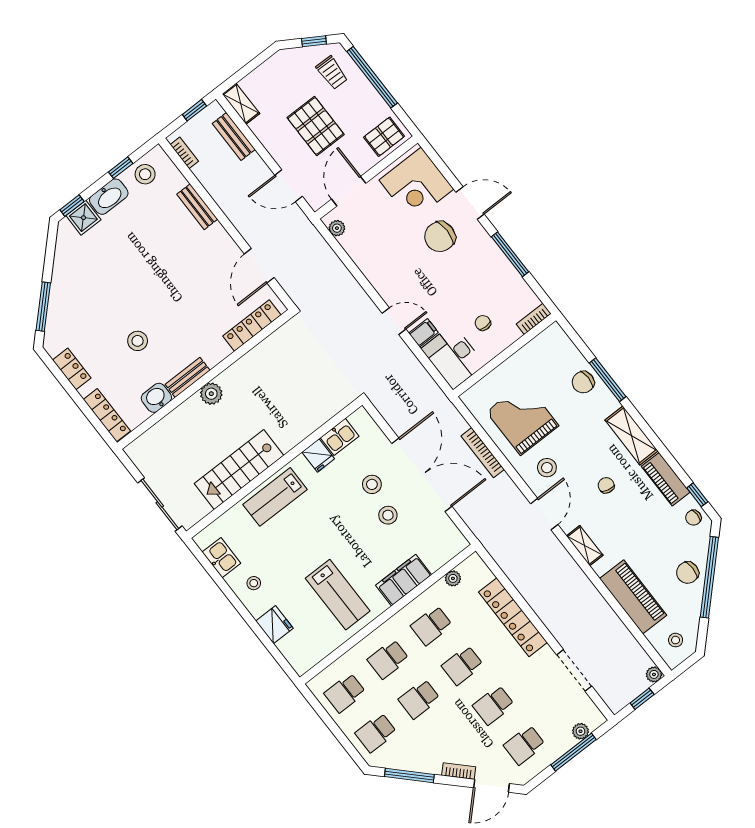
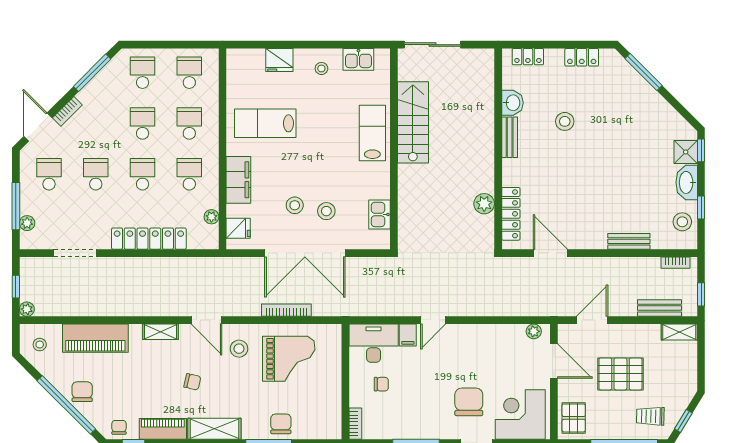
plant: (211, 394) -> (484, 204), moved
locker: (107, 415) -> (528, 57), width x0.66
fridge: (318, 455) -> (238, 228), moved, turned 180

